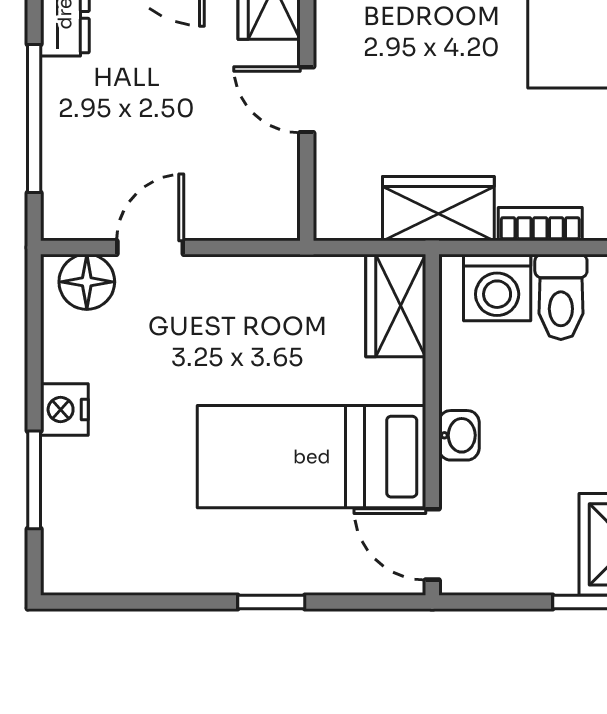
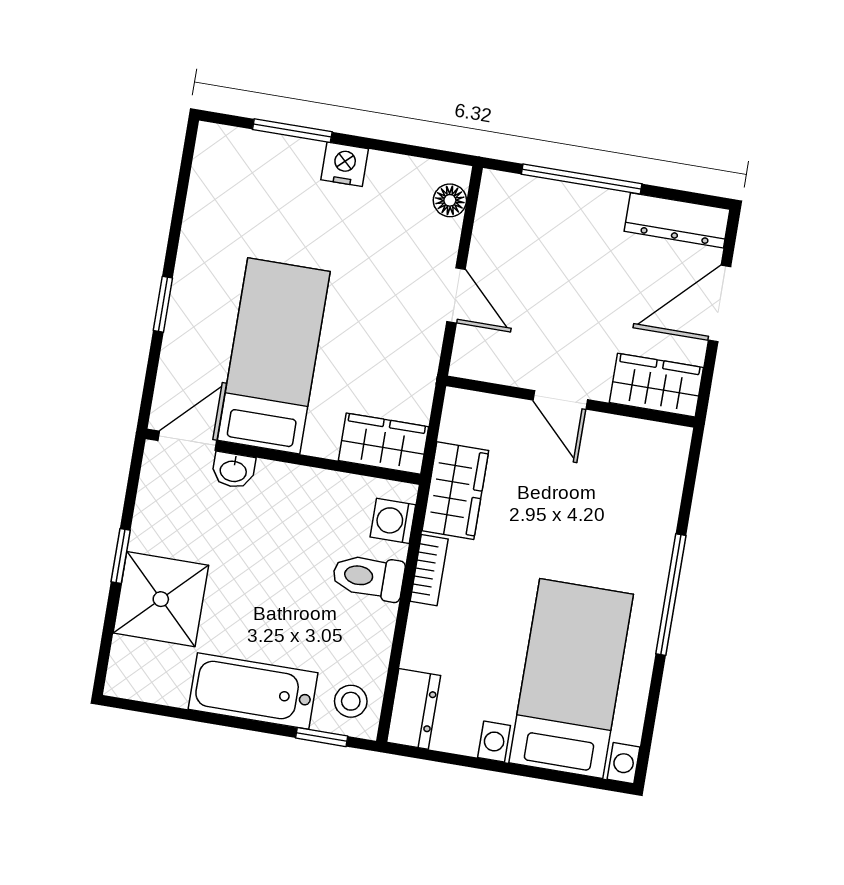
door: (307, 100) -> (560, 400), swing flipped
door: (150, 247) -> (456, 295), moved
floor lamp: (87, 282) -> (450, 200), width x0.73, depth x0.73
washing machine: (497, 287) -> (393, 521), width x0.73, depth x0.73
washbasin: (459, 435) -> (233, 470), moved

